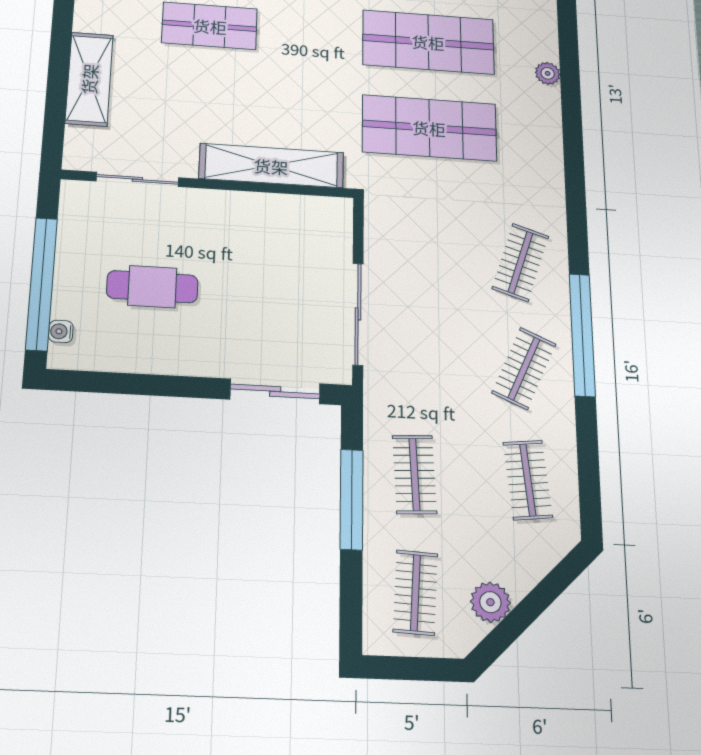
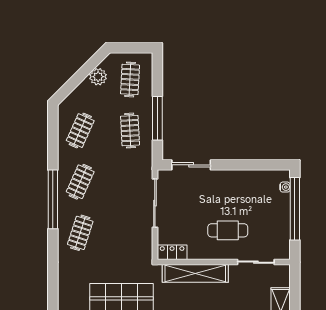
locker: (321, 211) -> (172, 252), added
cafe table: (152, 287) -> (228, 230), moved
clothes rail: (528, 480) -> (80, 131), turned 30

